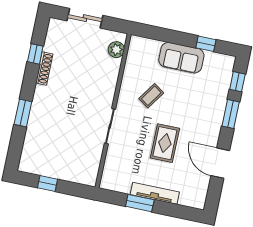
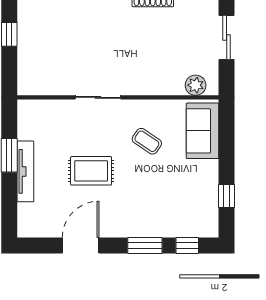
sofa: (181, 58) -> (203, 131), moved

